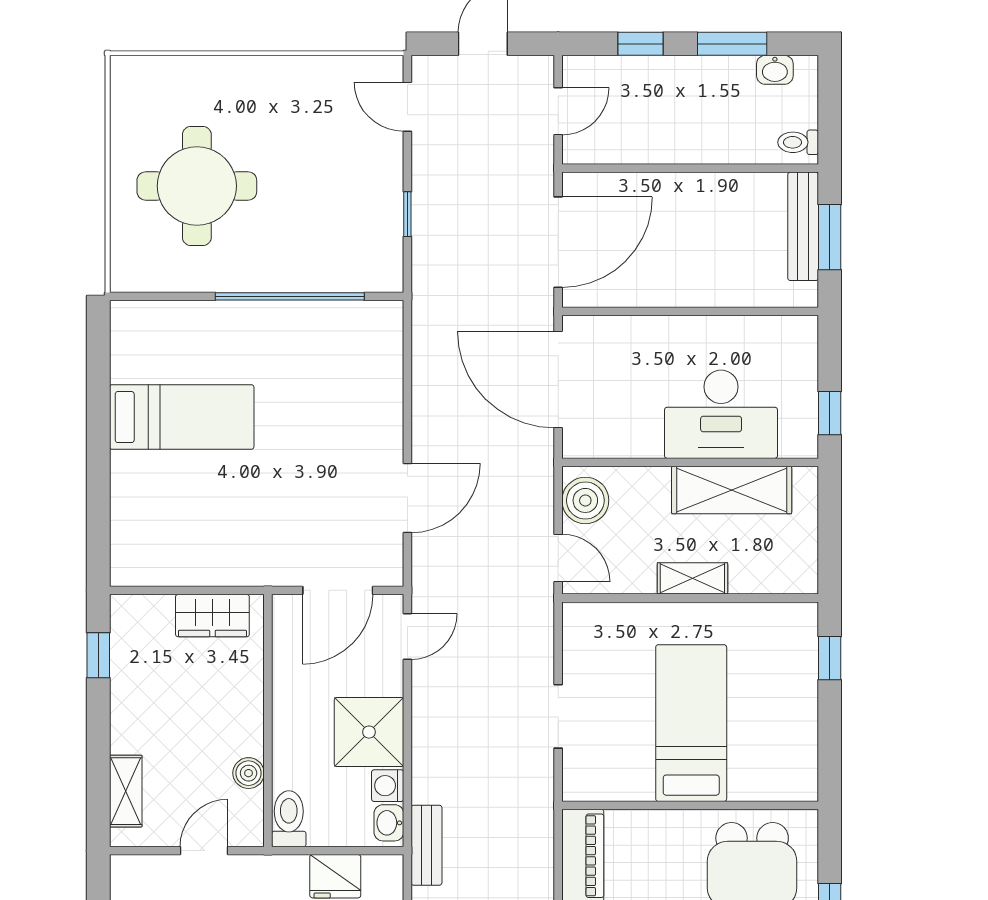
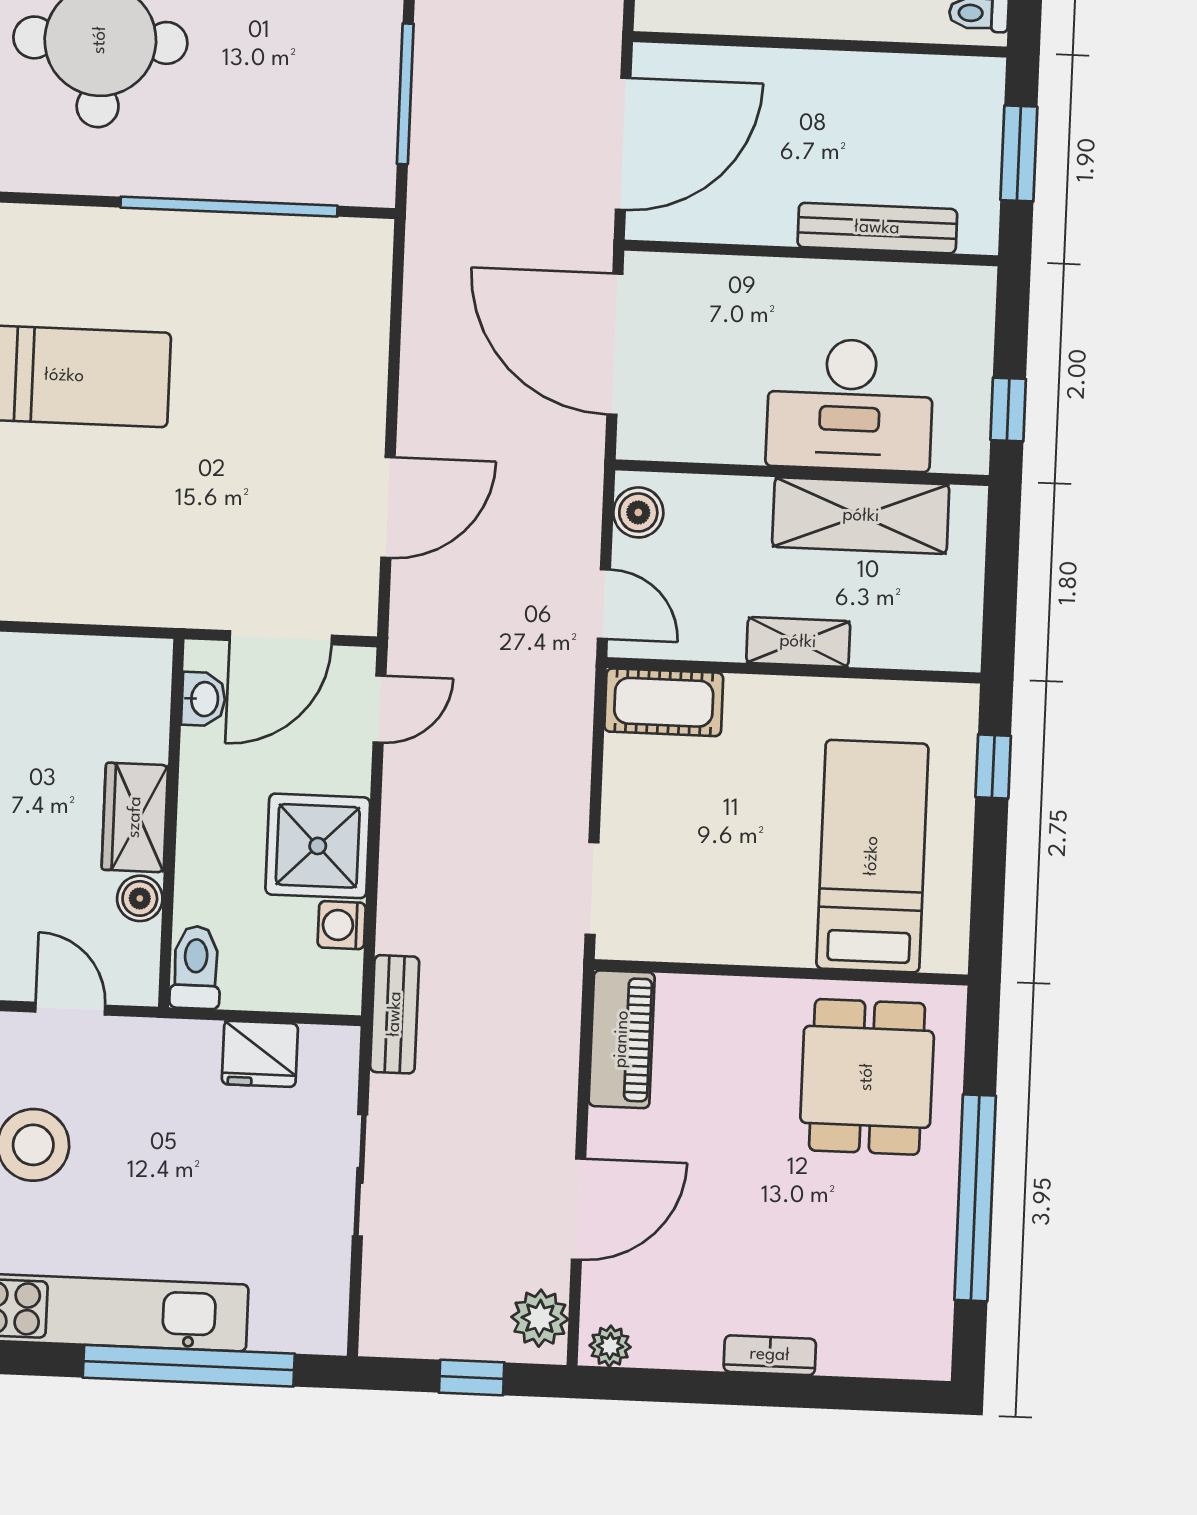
window: (407, 214) -> (405, 94), width x2.17
bench: (803, 226) -> (877, 228), moved, turned 90
boiler: (585, 500) -> (638, 512), width x0.73, depth x0.73
wardrobe: (212, 616) -> (135, 817), moved, turned 90
cot: (602, 624) -> (664, 702), added
doorway: (558, 716) -> (592, 889), moved
bed: (691, 723) -> (872, 856), moved
washbasin: (389, 823) -> (203, 699), moved, turned 180
door: (204, 851) -> (70, 1009), hinge flipped

